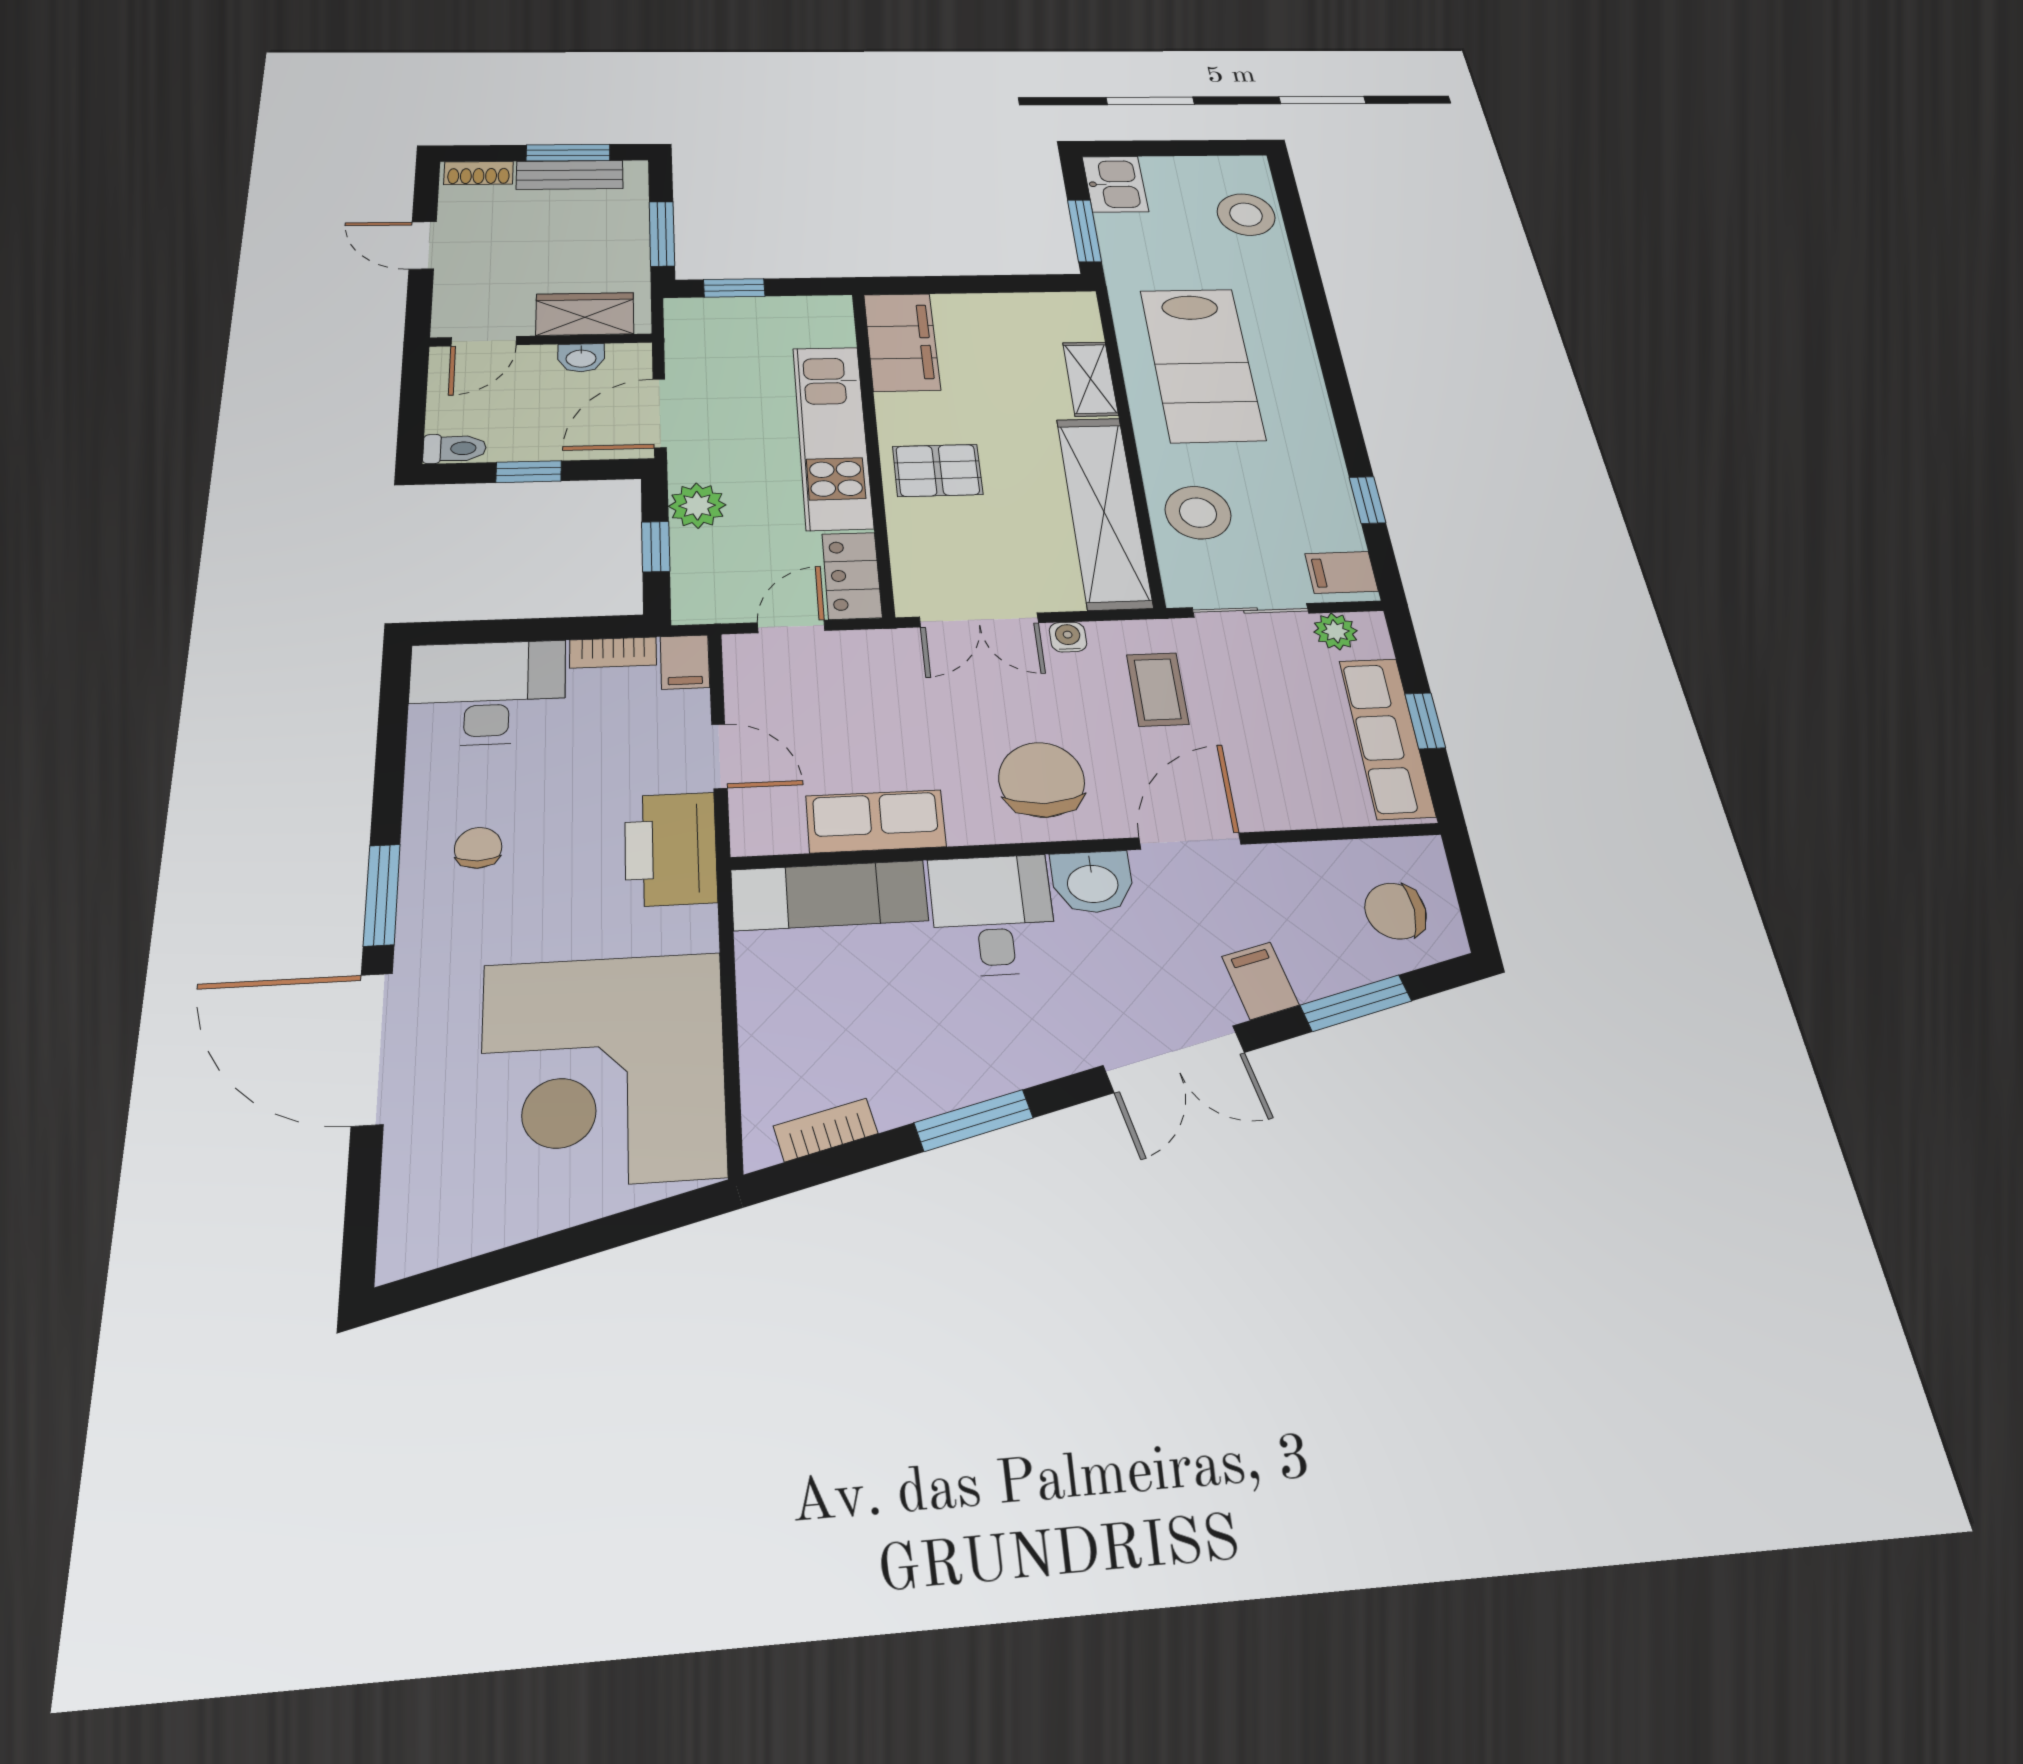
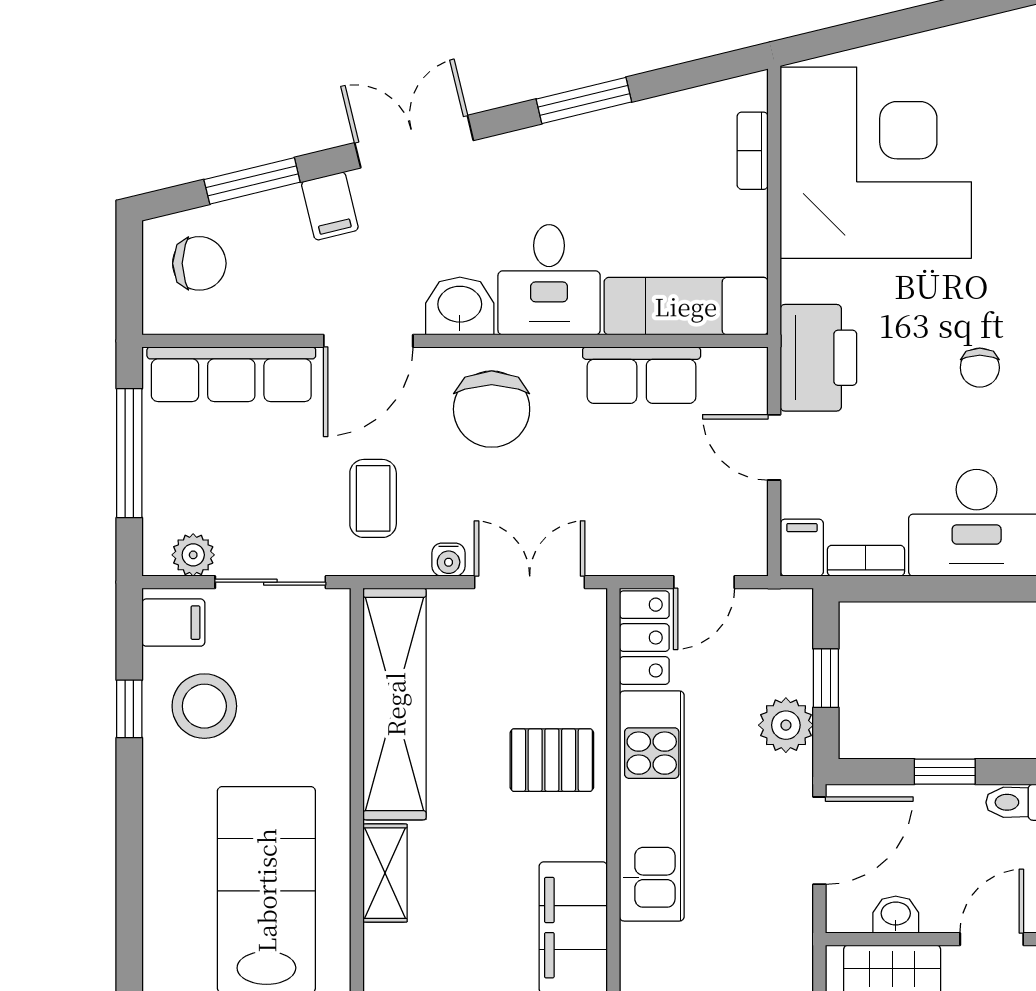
stool: (1198, 513) -> (204, 706), moved
window: (1425, 721) -> (129, 453), width x2.17
row of seats: (1387, 738) -> (231, 374), moved, turned 90
bookcase: (826, 1130) -> (753, 151), moved, turned 104

